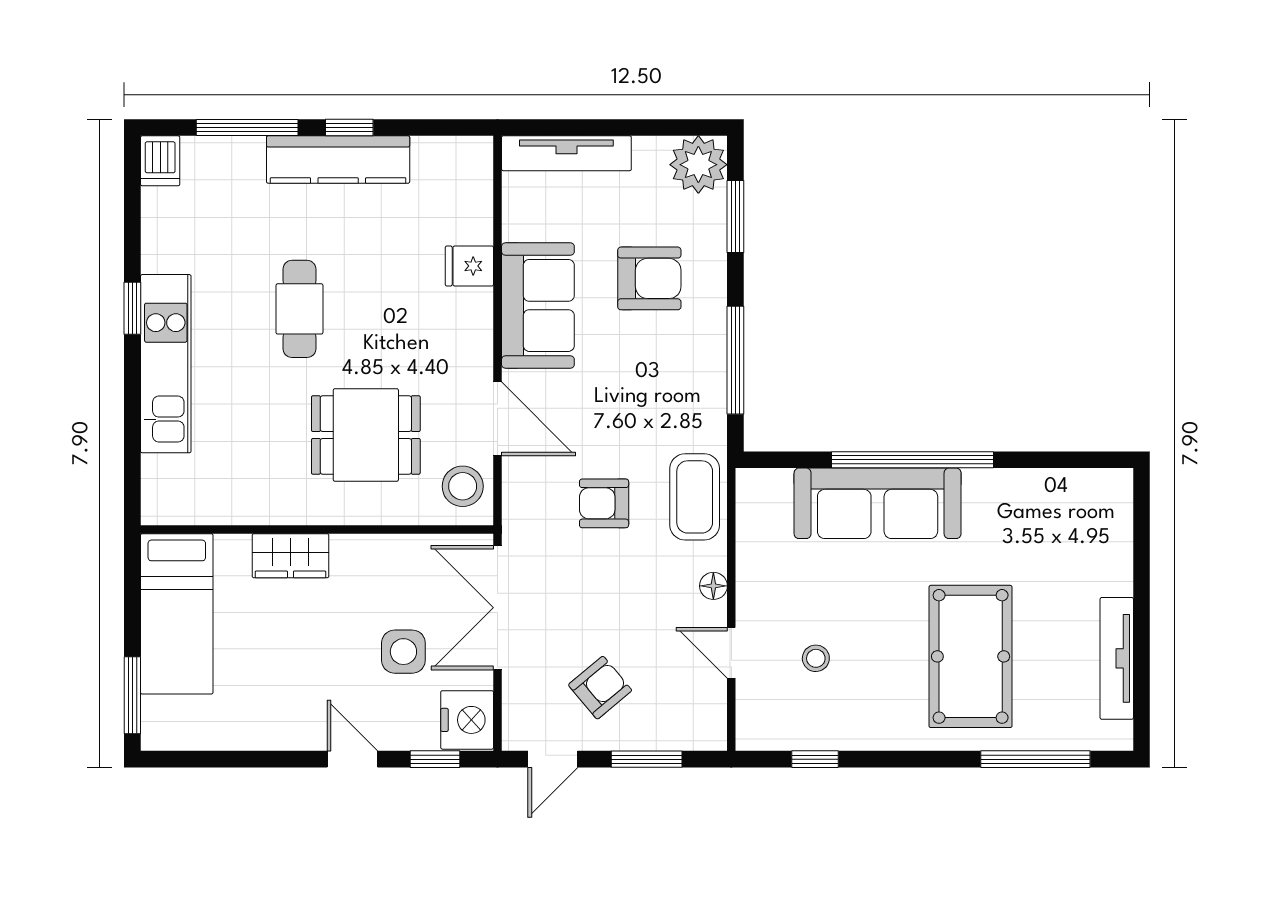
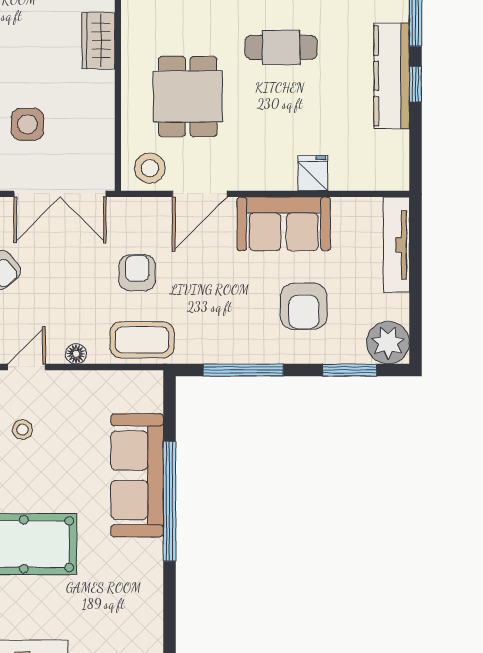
double door: (497, 608) -> (60, 194), swing flipped

